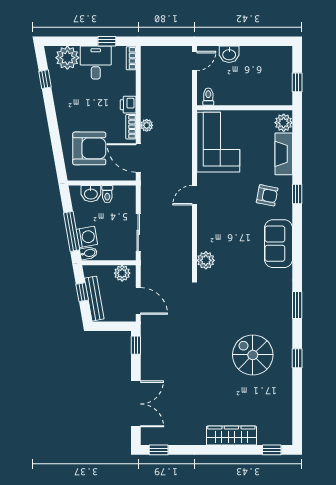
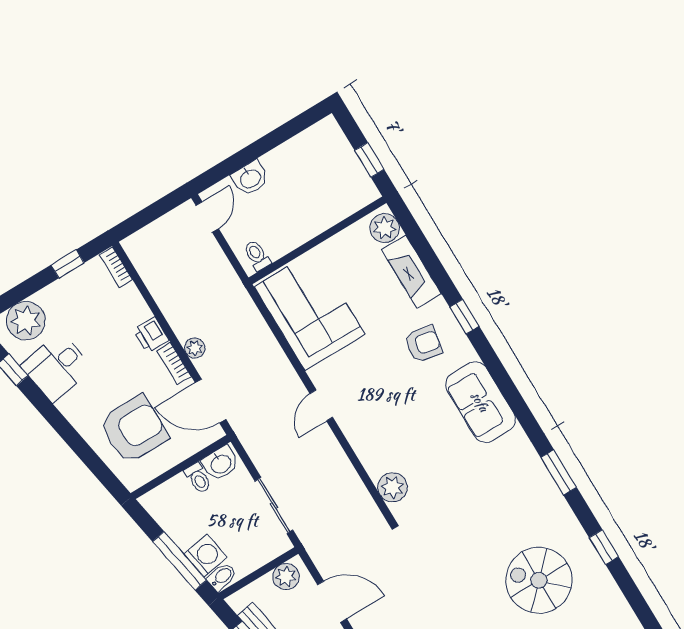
desk: (96, 63) -> (57, 367), moved, turned -100
washbasin: (91, 194) -> (221, 463), moved

